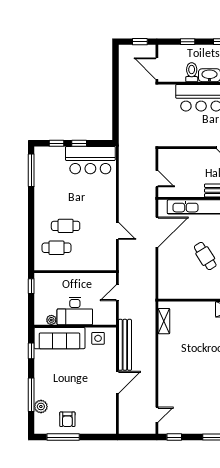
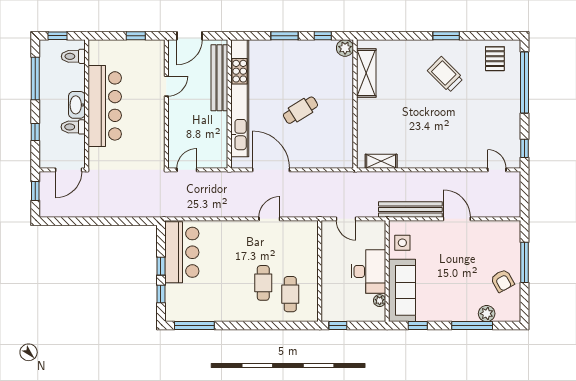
door: (157, 179) -> (187, 170), moved
armchair: (67, 419) -> (502, 281), turned 61
window: (63, 437) -> (524, 262), moved

